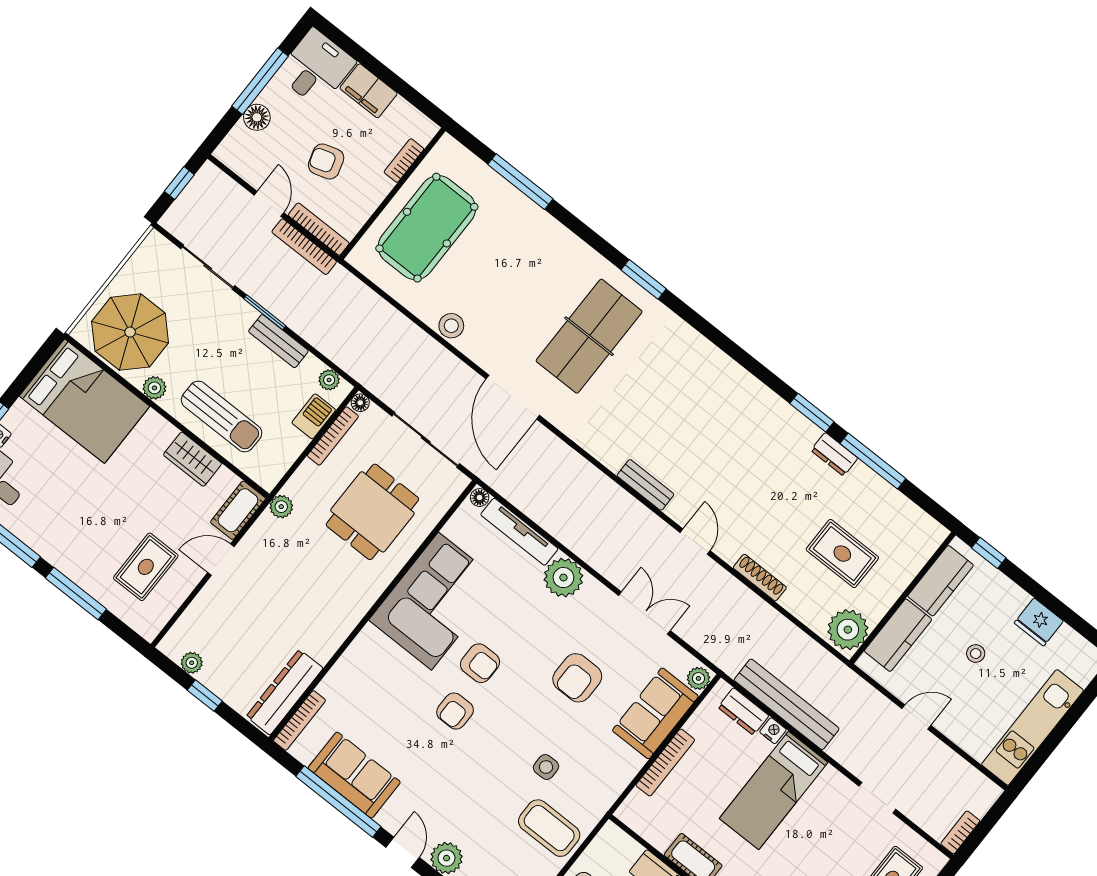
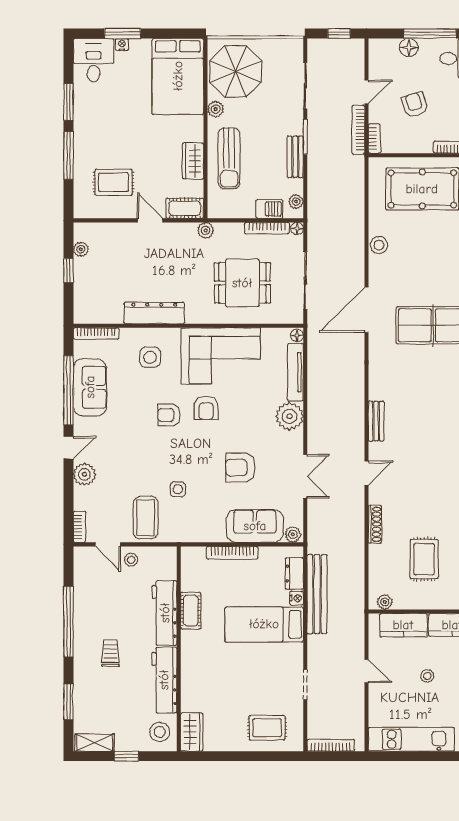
bookcase: (319, 229) -> (374, 139), width x0.64
plant: (848, 630) -> (385, 602), width x0.53, depth x0.53
side table: (374, 681) -> (150, 357), added
dresser: (285, 692) -> (154, 313), moved
bookcase: (960, 832) -> (331, 745), width x1.56

